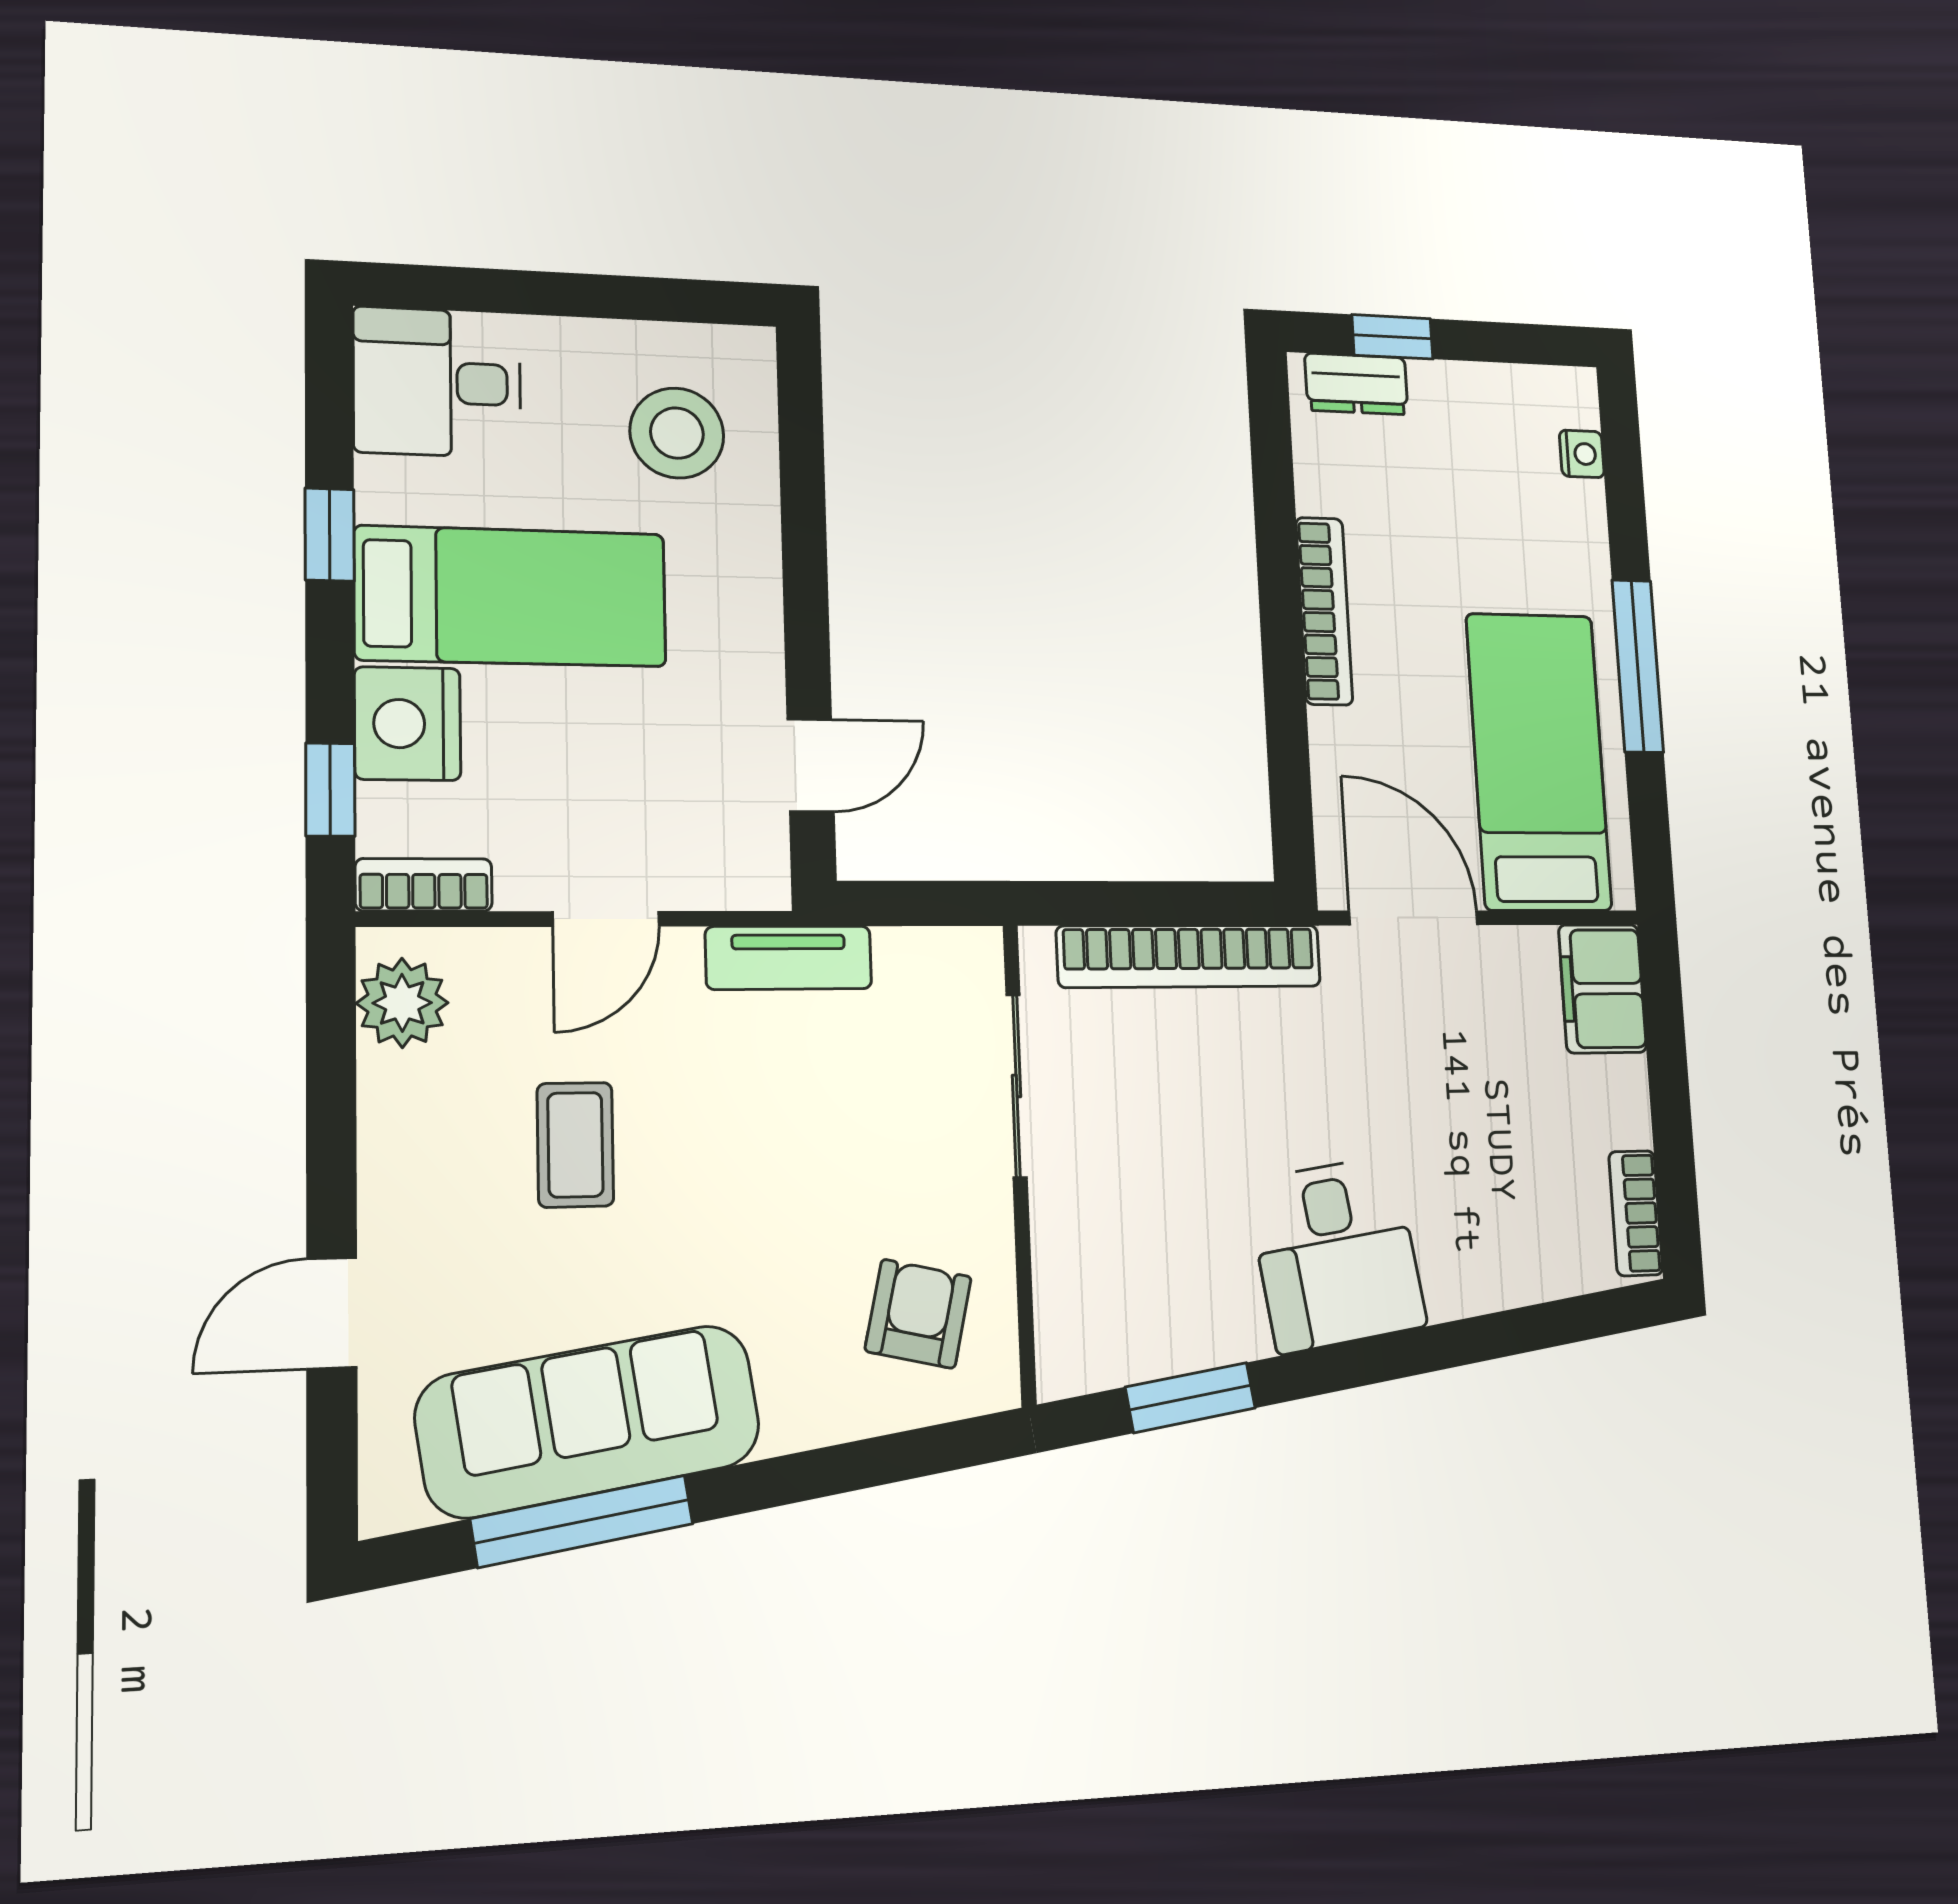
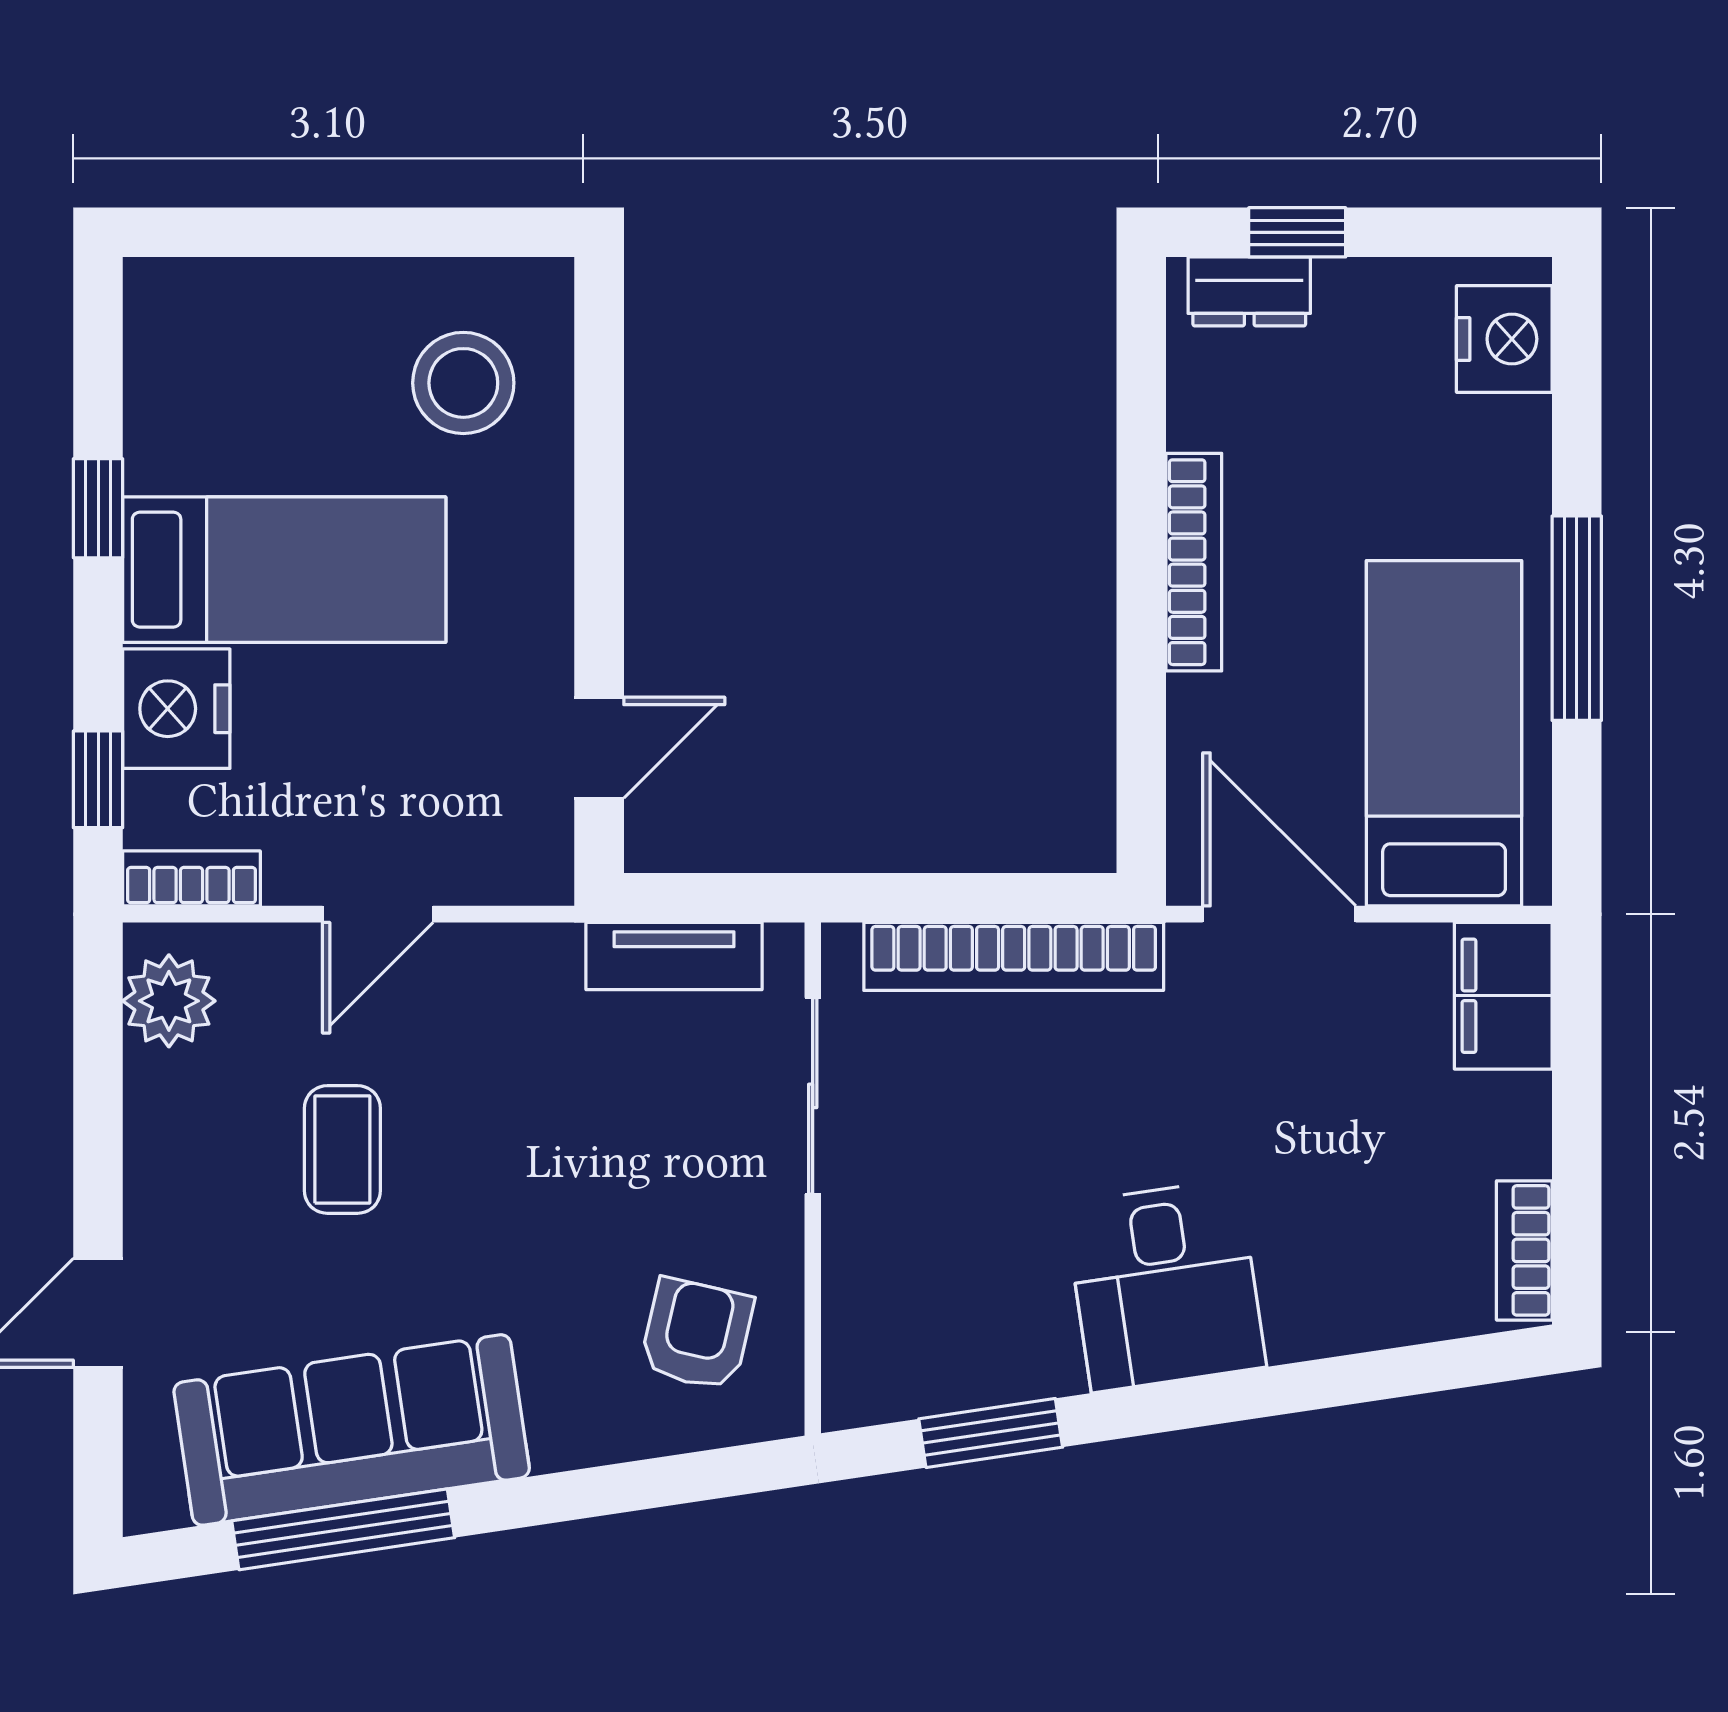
desk: (437, 382) -> (210, 338), removed
nightstand: (1582, 454) -> (1504, 339), width x1.89, depth x1.79
tv unit: (789, 958) -> (674, 956), moved

